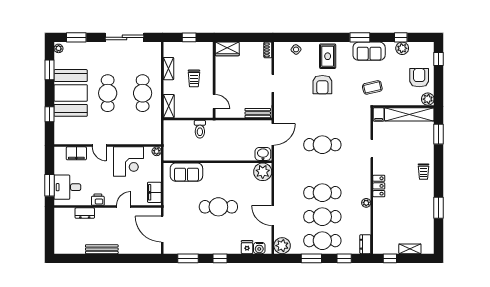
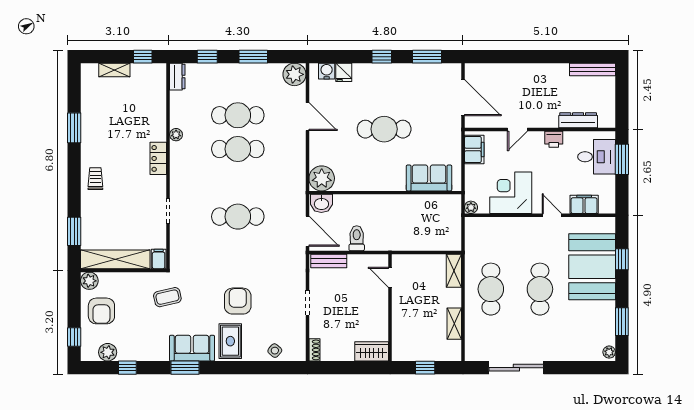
window: (76, 37) -> (584, 368), removed
plant: (402, 48) -> (108, 352), moved
sofa: (369, 51) -> (192, 348), moved
trolley: (194, 78) -> (419, 310), removed
booth: (71, 93) -> (592, 267), moved
toilet: (200, 129) -> (357, 238), moved
door: (273, 134) -> (307, 231), swing flipped
dresser: (85, 213) -> (578, 120), width x1.44
cafe table: (322, 241) -> (238, 81), removed
bench: (102, 249) -> (592, 69), moved

